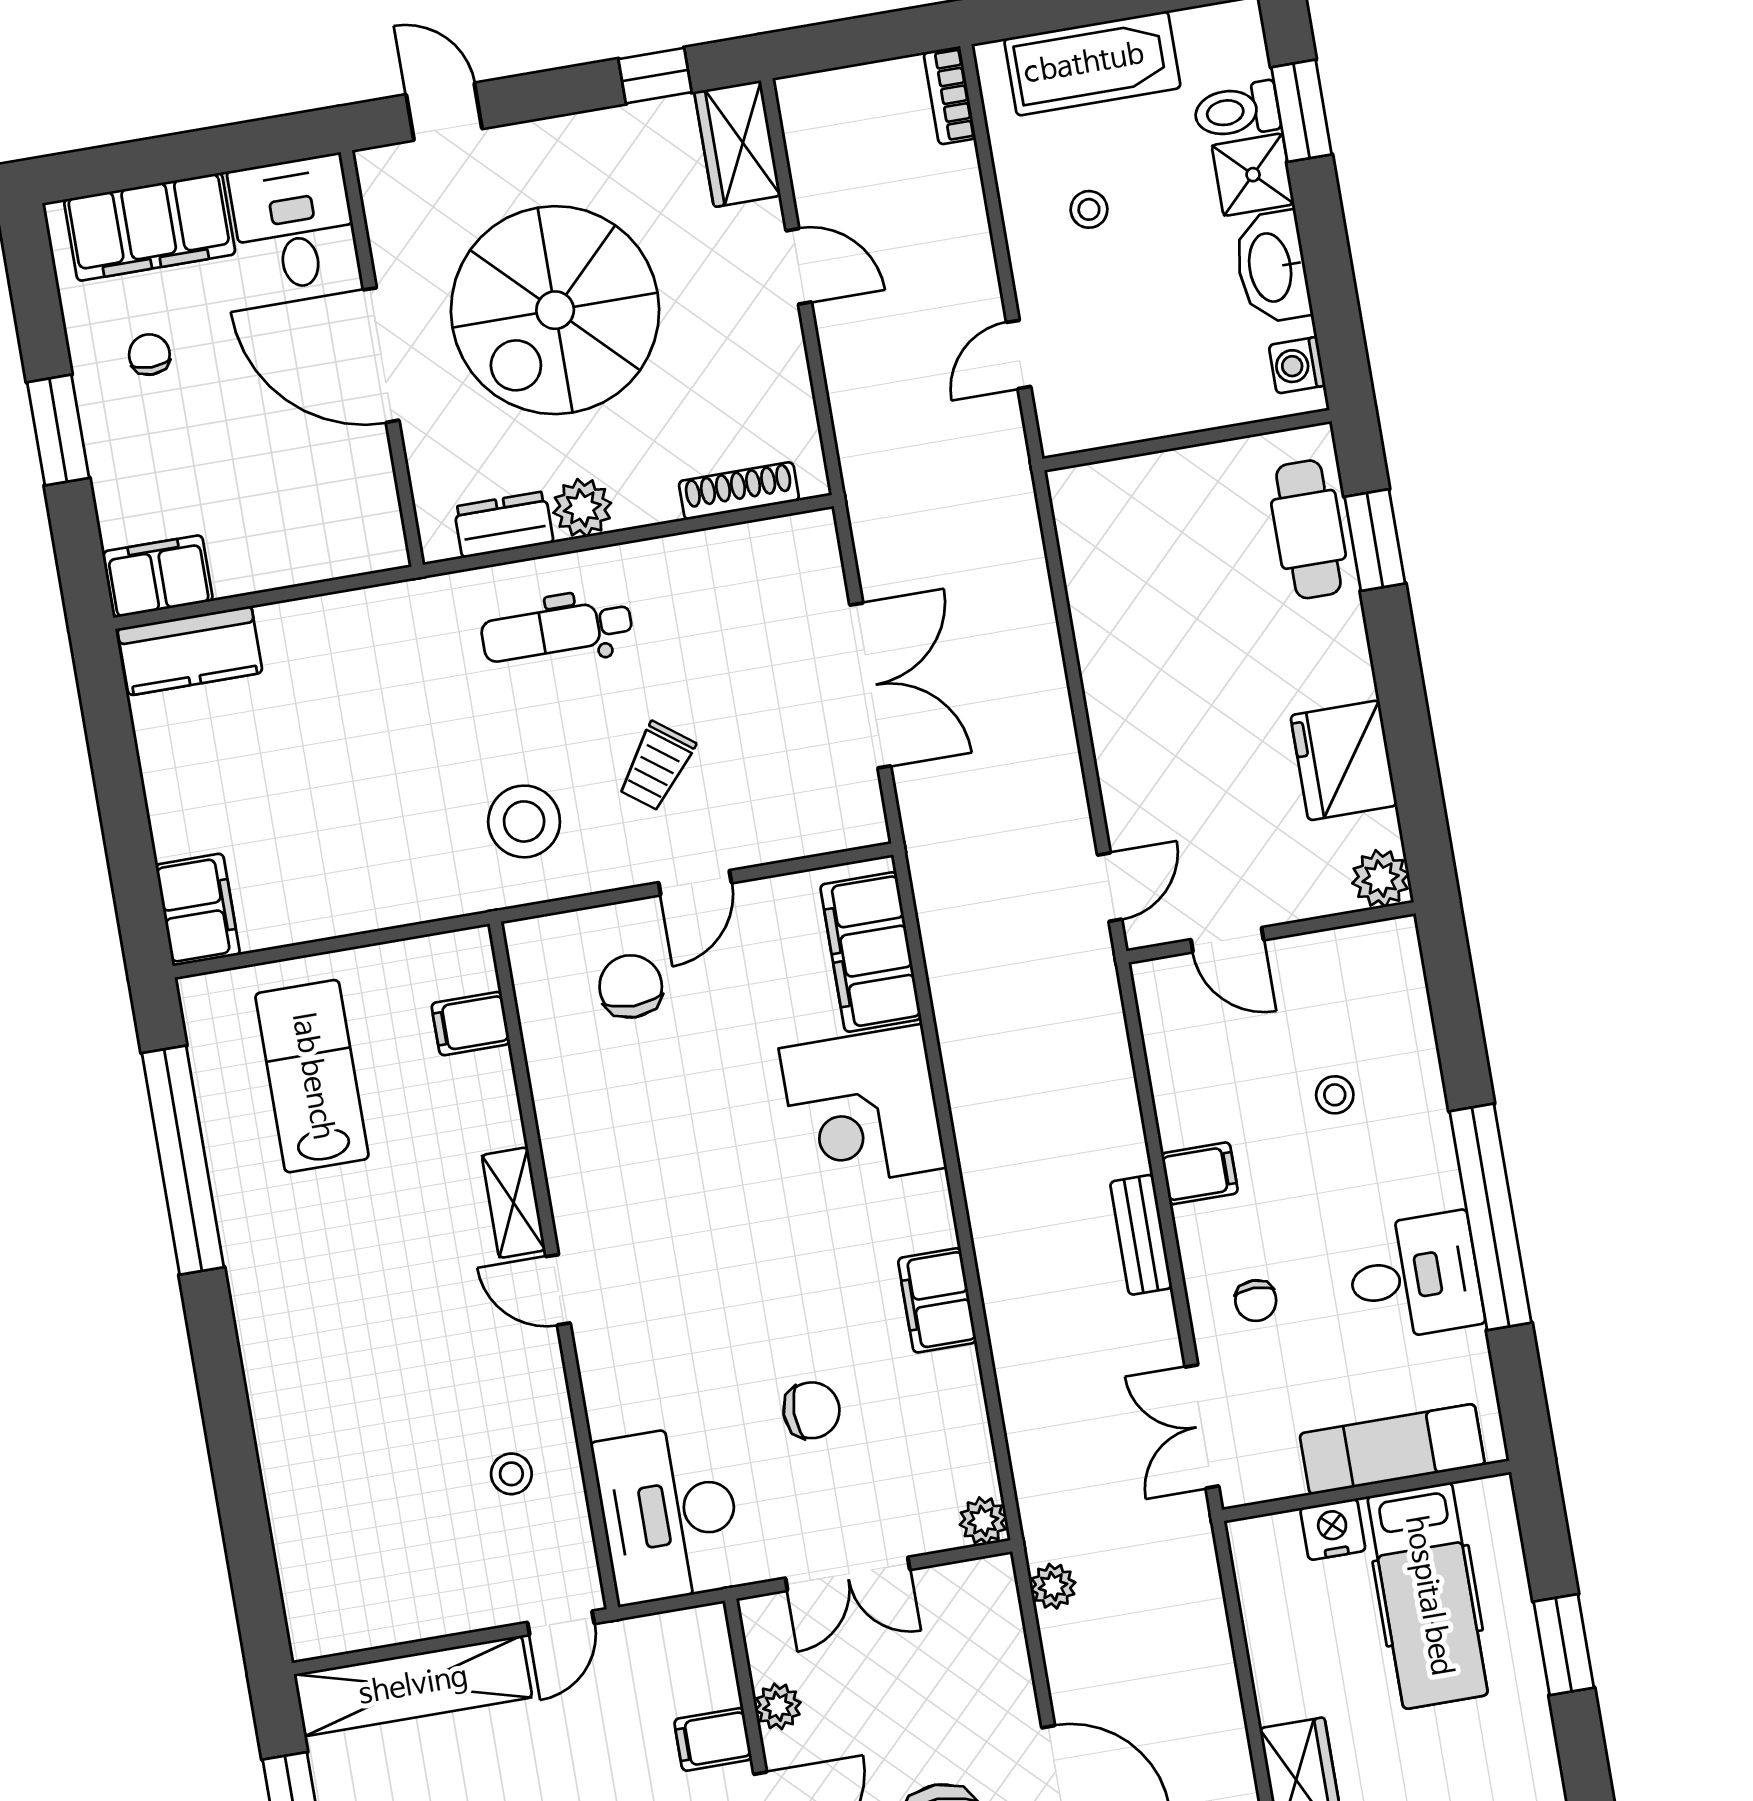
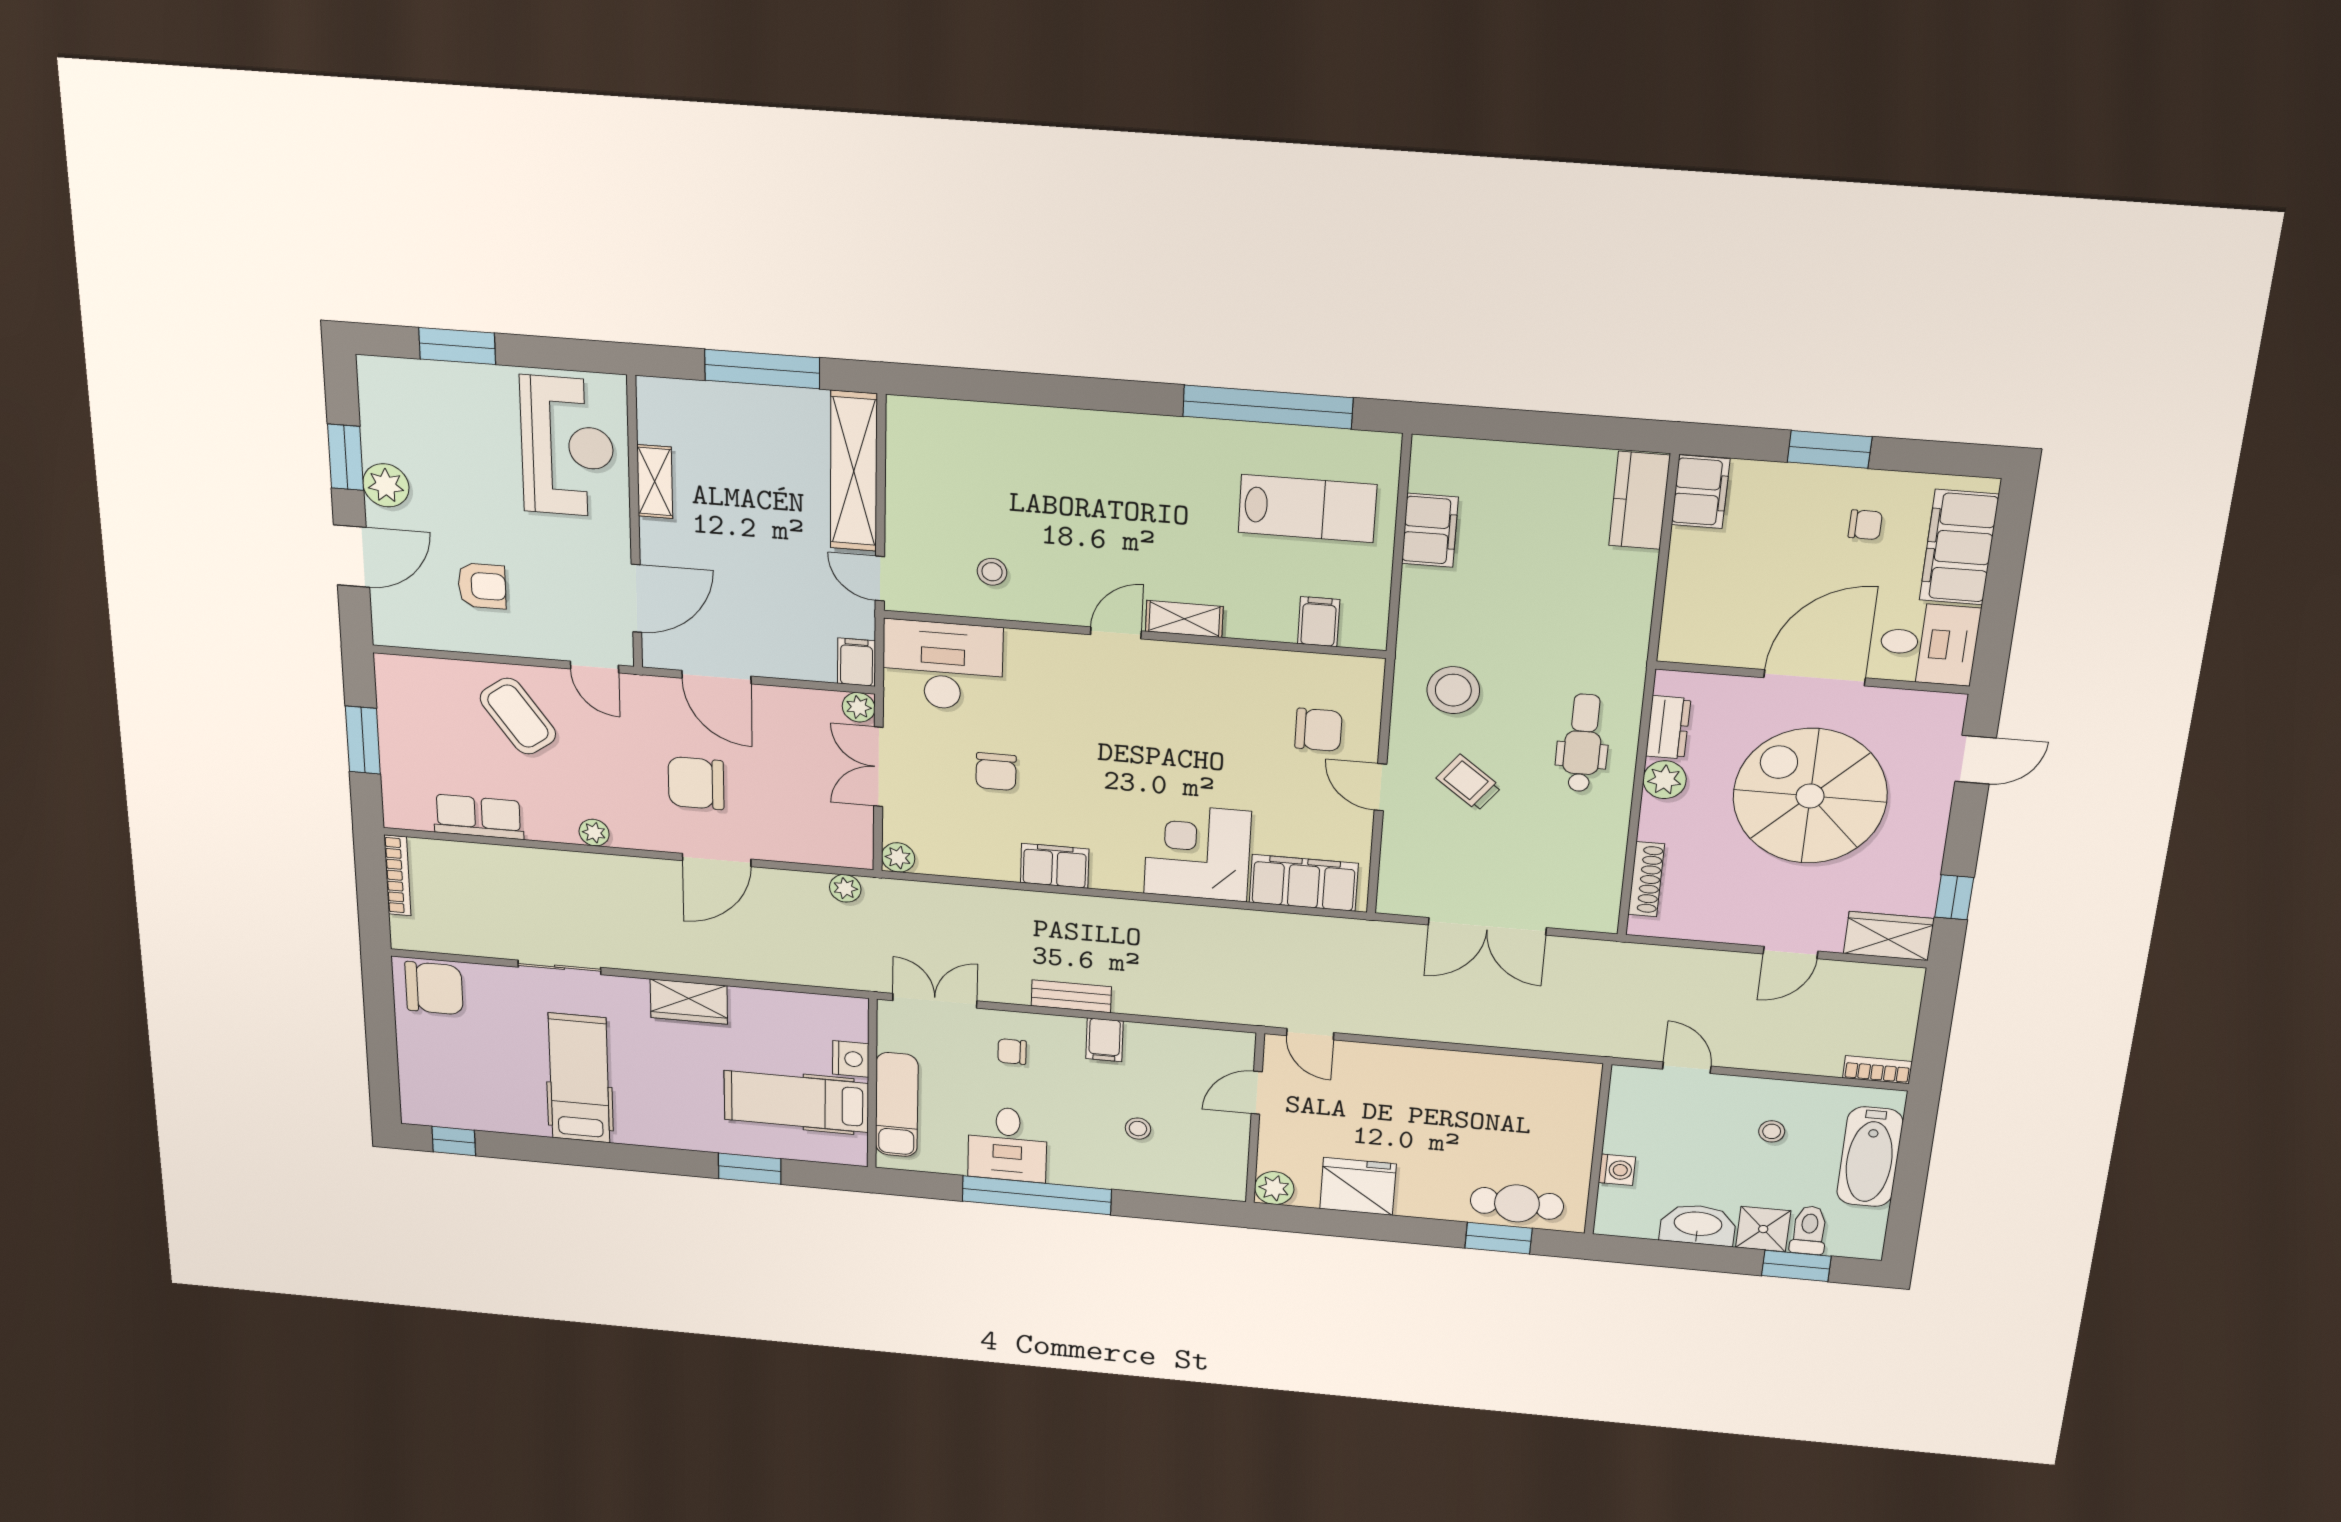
washing machine: (1297, 365) -> (1617, 1170), moved, turned 90
filing cabinet: (198, 910) -> (1430, 530), moved, turned -90
plant: (778, 1706) -> (859, 707), moved
filing cabinet: (713, 1739) -> (856, 662), moved

